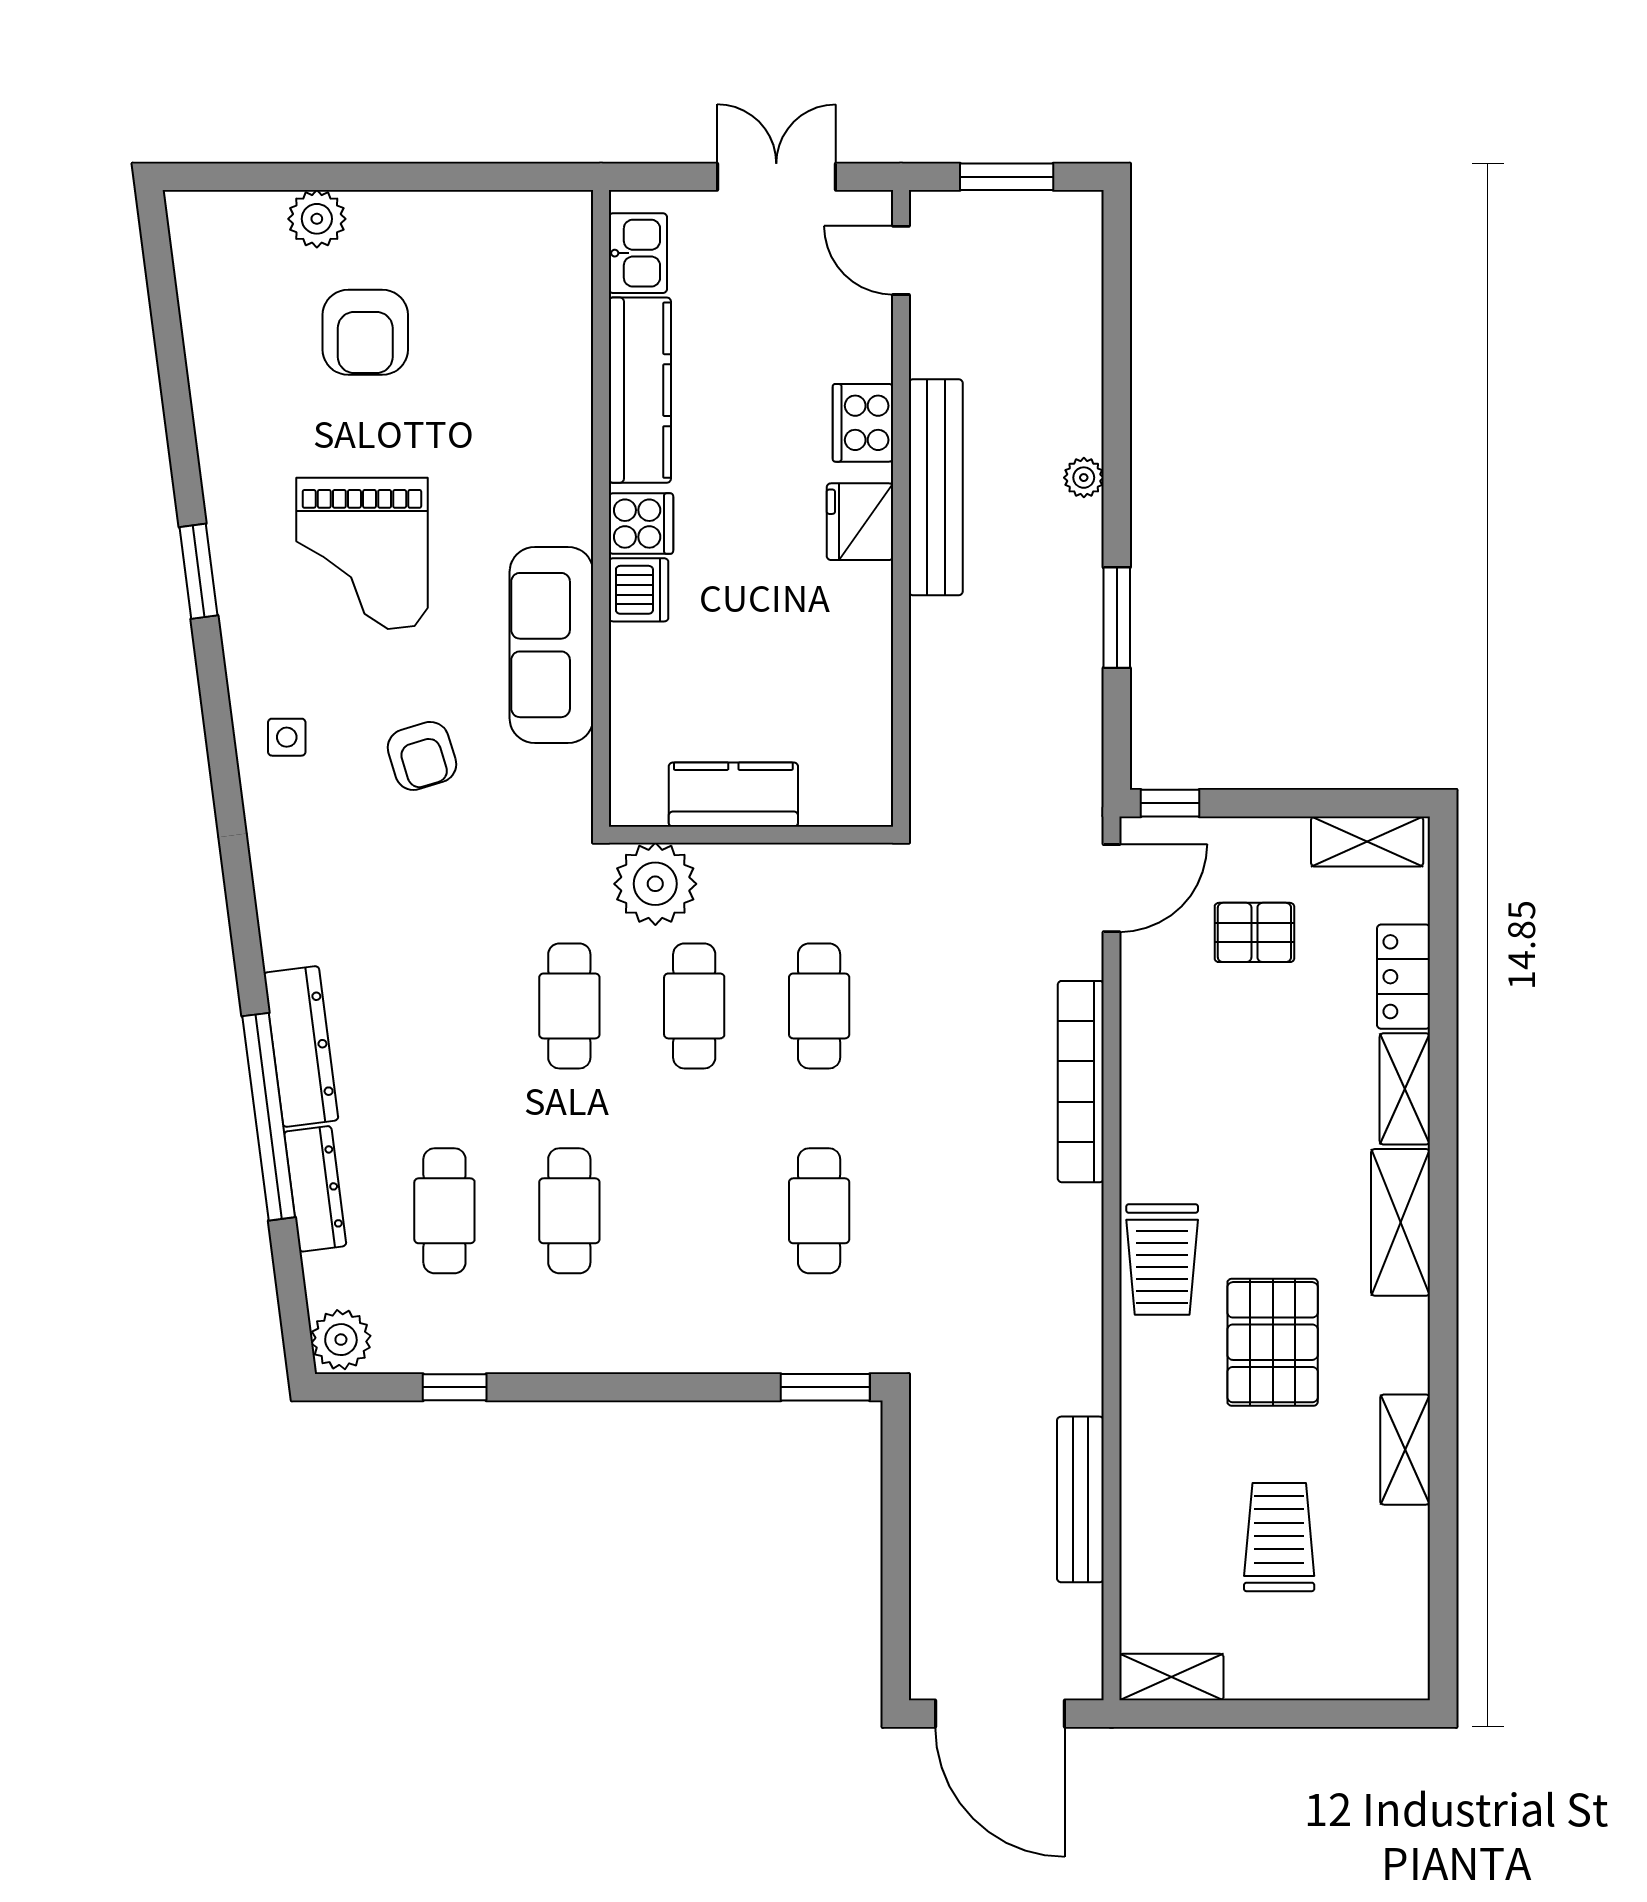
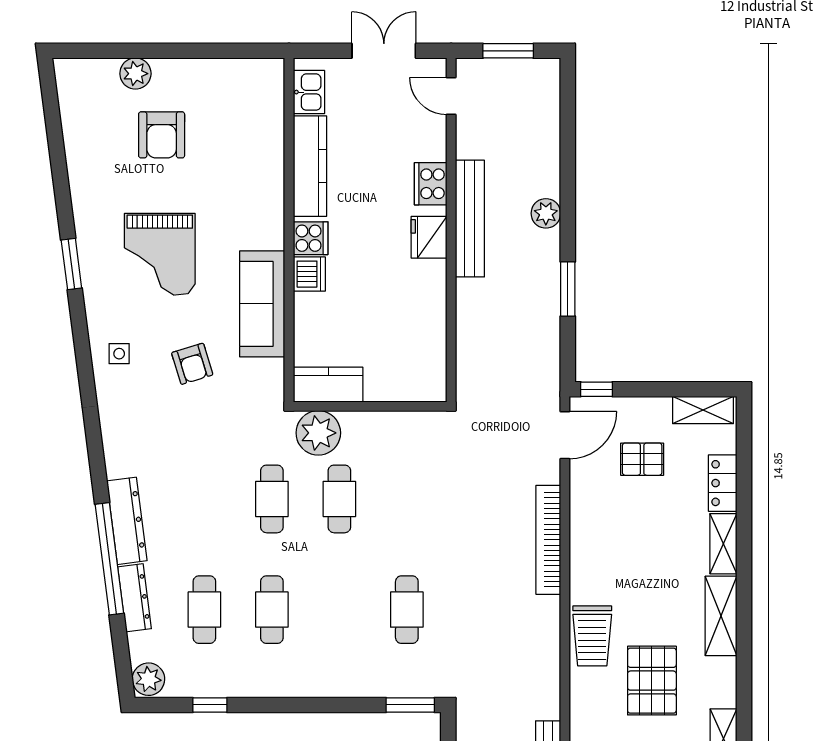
plant: (1084, 478) -> (546, 213), width x1.38, depth x1.38
kitchen counter: (733, 795) -> (328, 385), moved
cafe table: (819, 1006) -> (407, 499), removed

